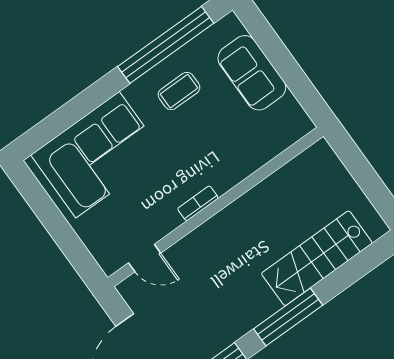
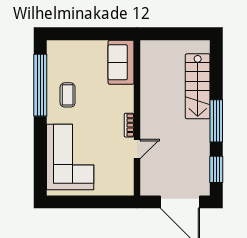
sofa: (252, 73) -> (121, 62), moved, turned 90
door: (145, 258) -> (137, 149), moved

